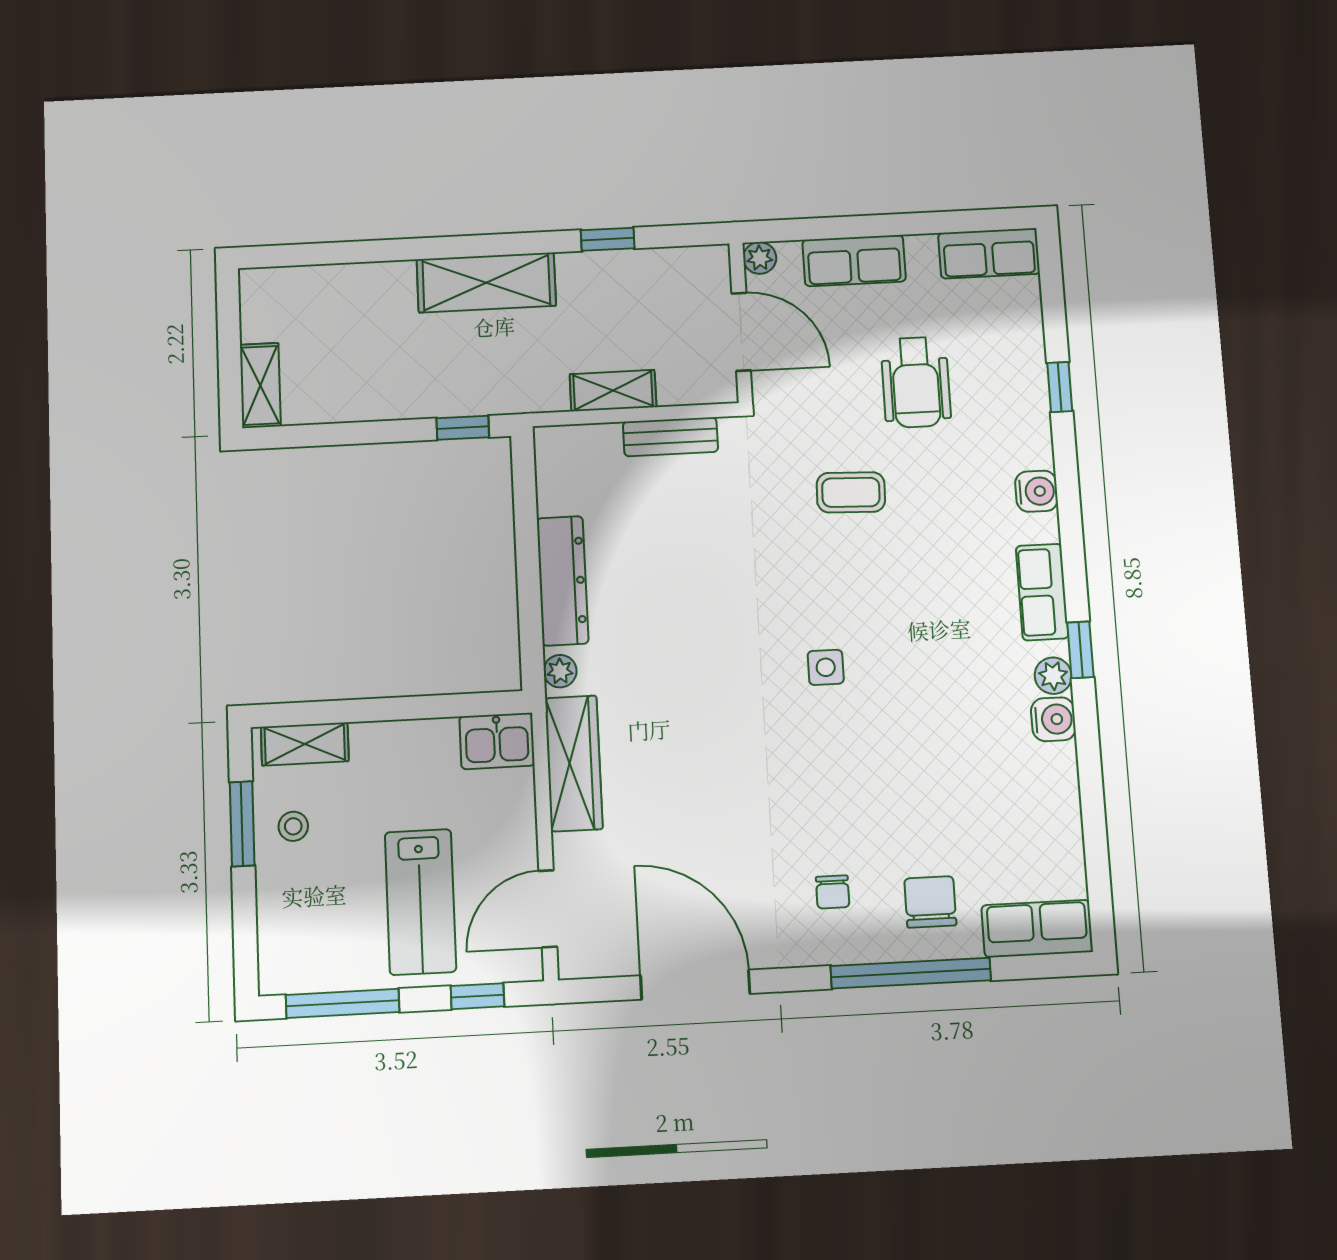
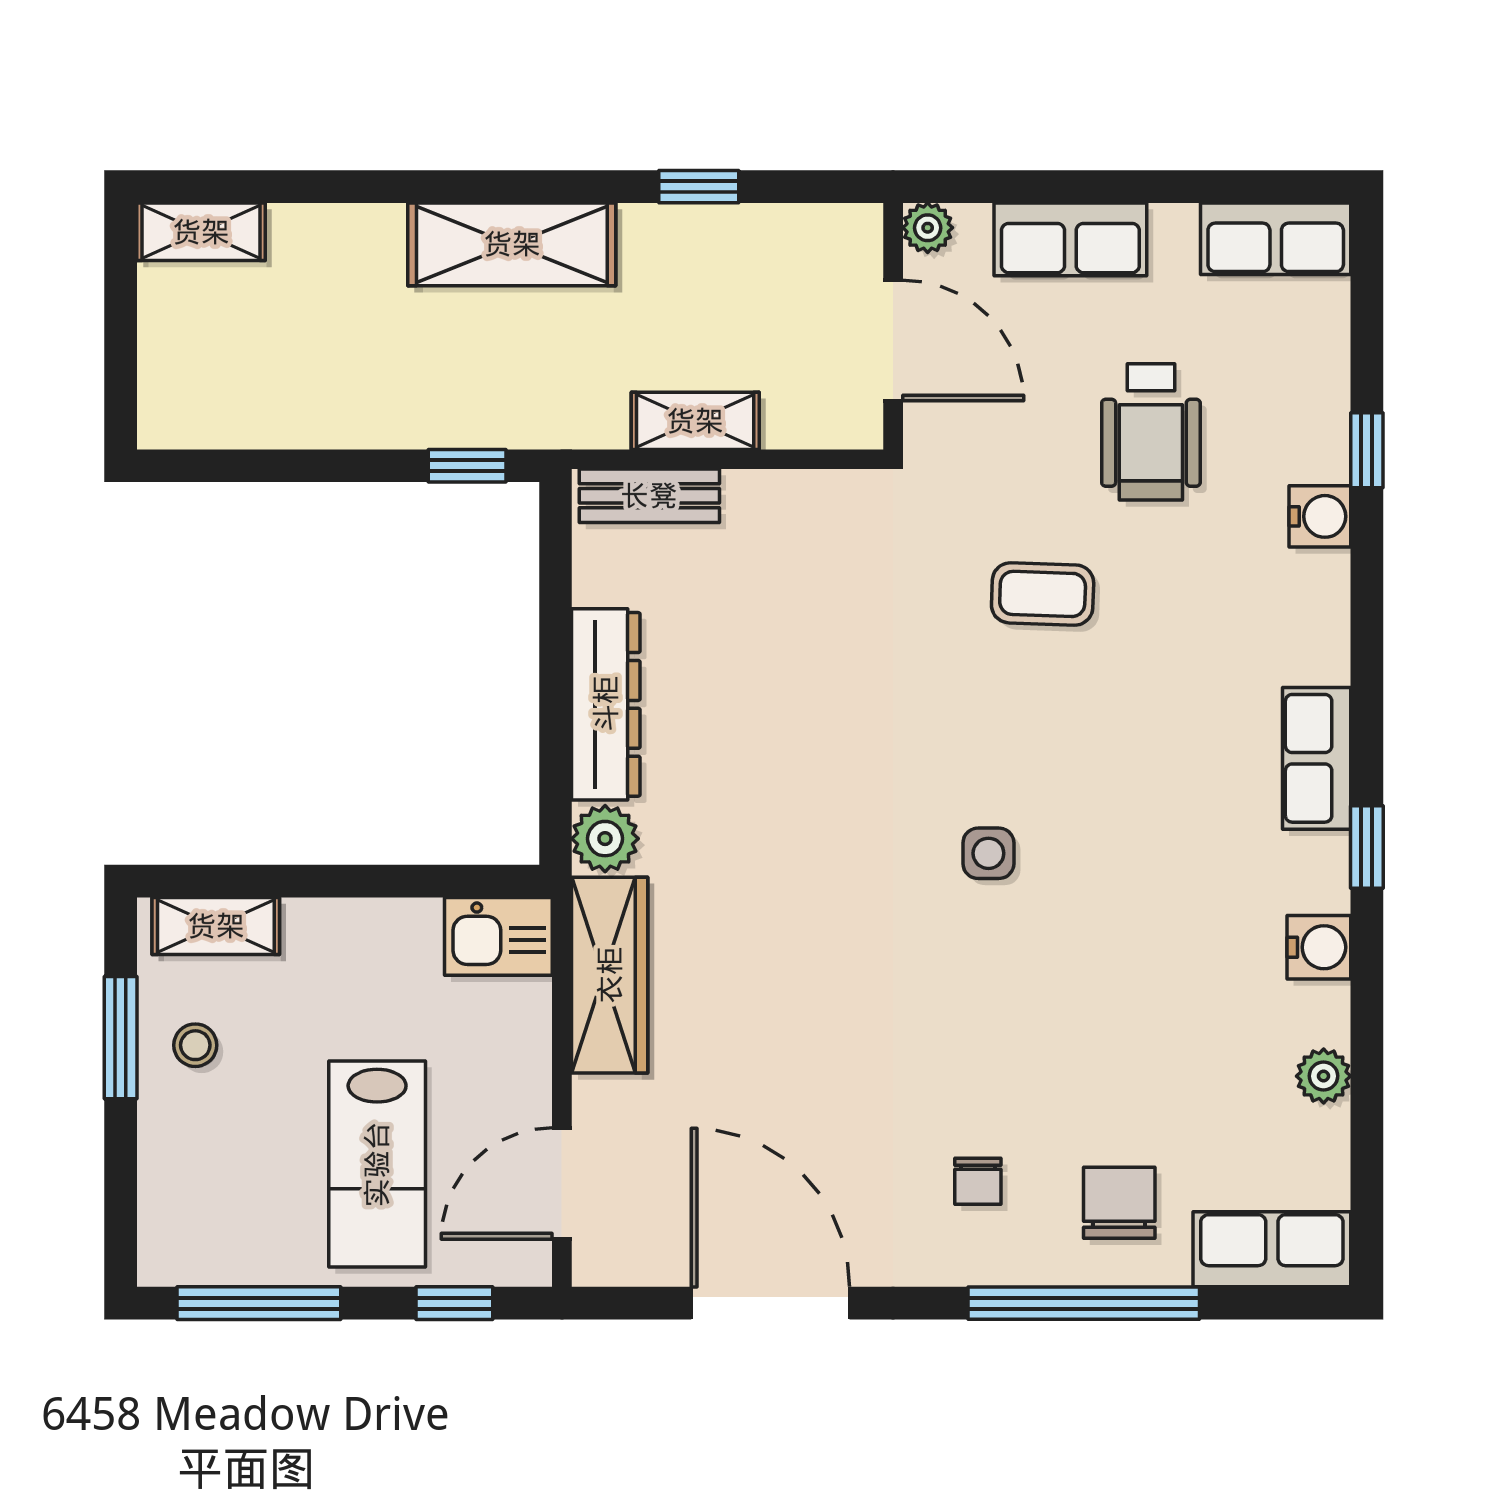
shelving: (260, 385) -> (201, 232), moved, turned 90
bench: (670, 437) -> (649, 496), moved
water cooler: (1037, 491) -> (1320, 516), moved
plant: (560, 671) -> (605, 839), width x1.38, depth x1.38
plant: (1053, 676) -> (1324, 1076), moved

